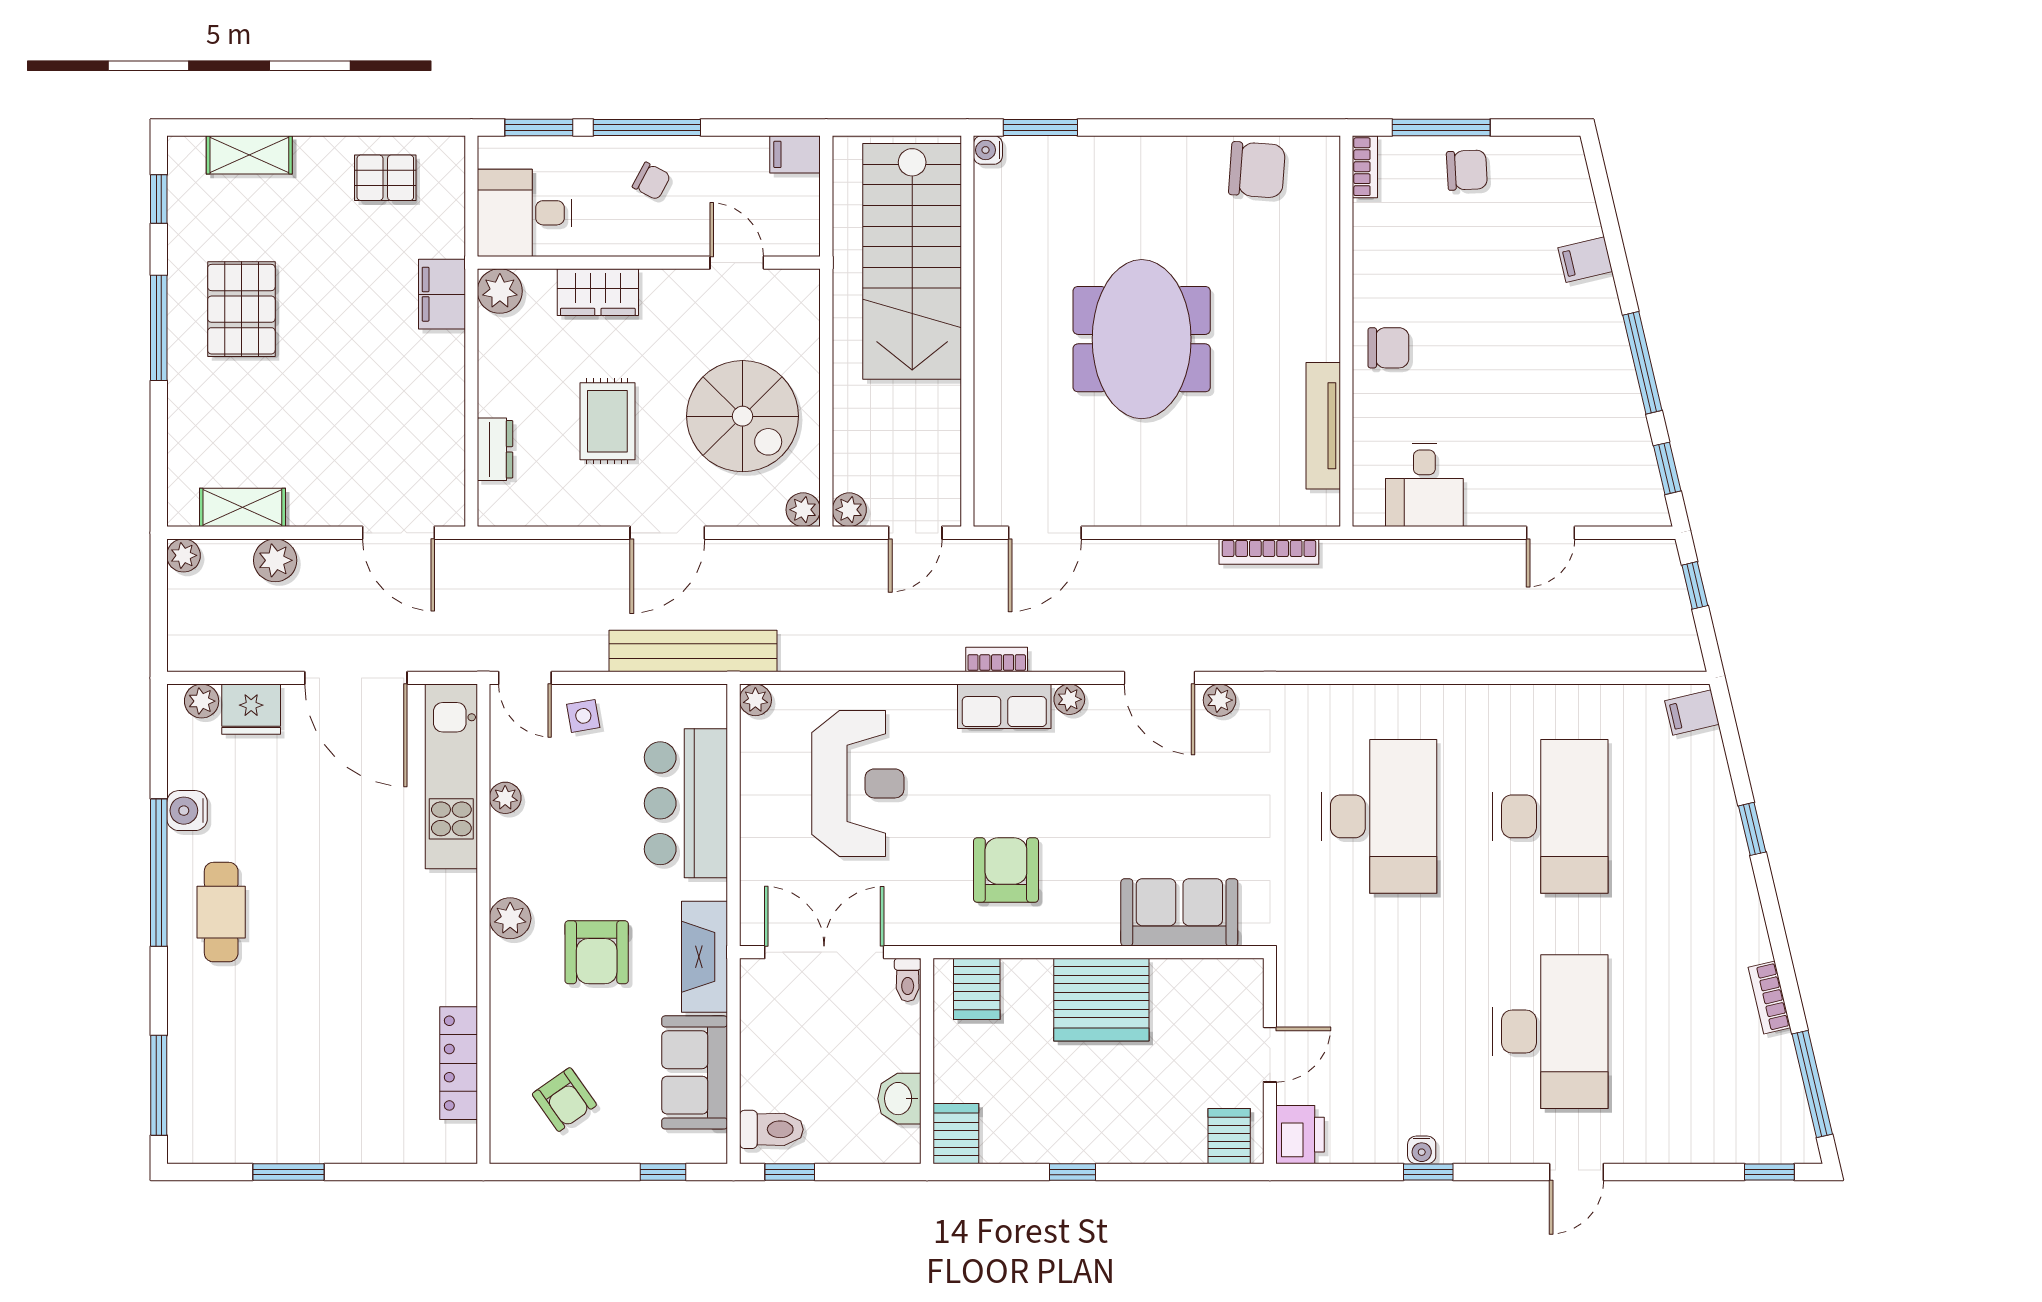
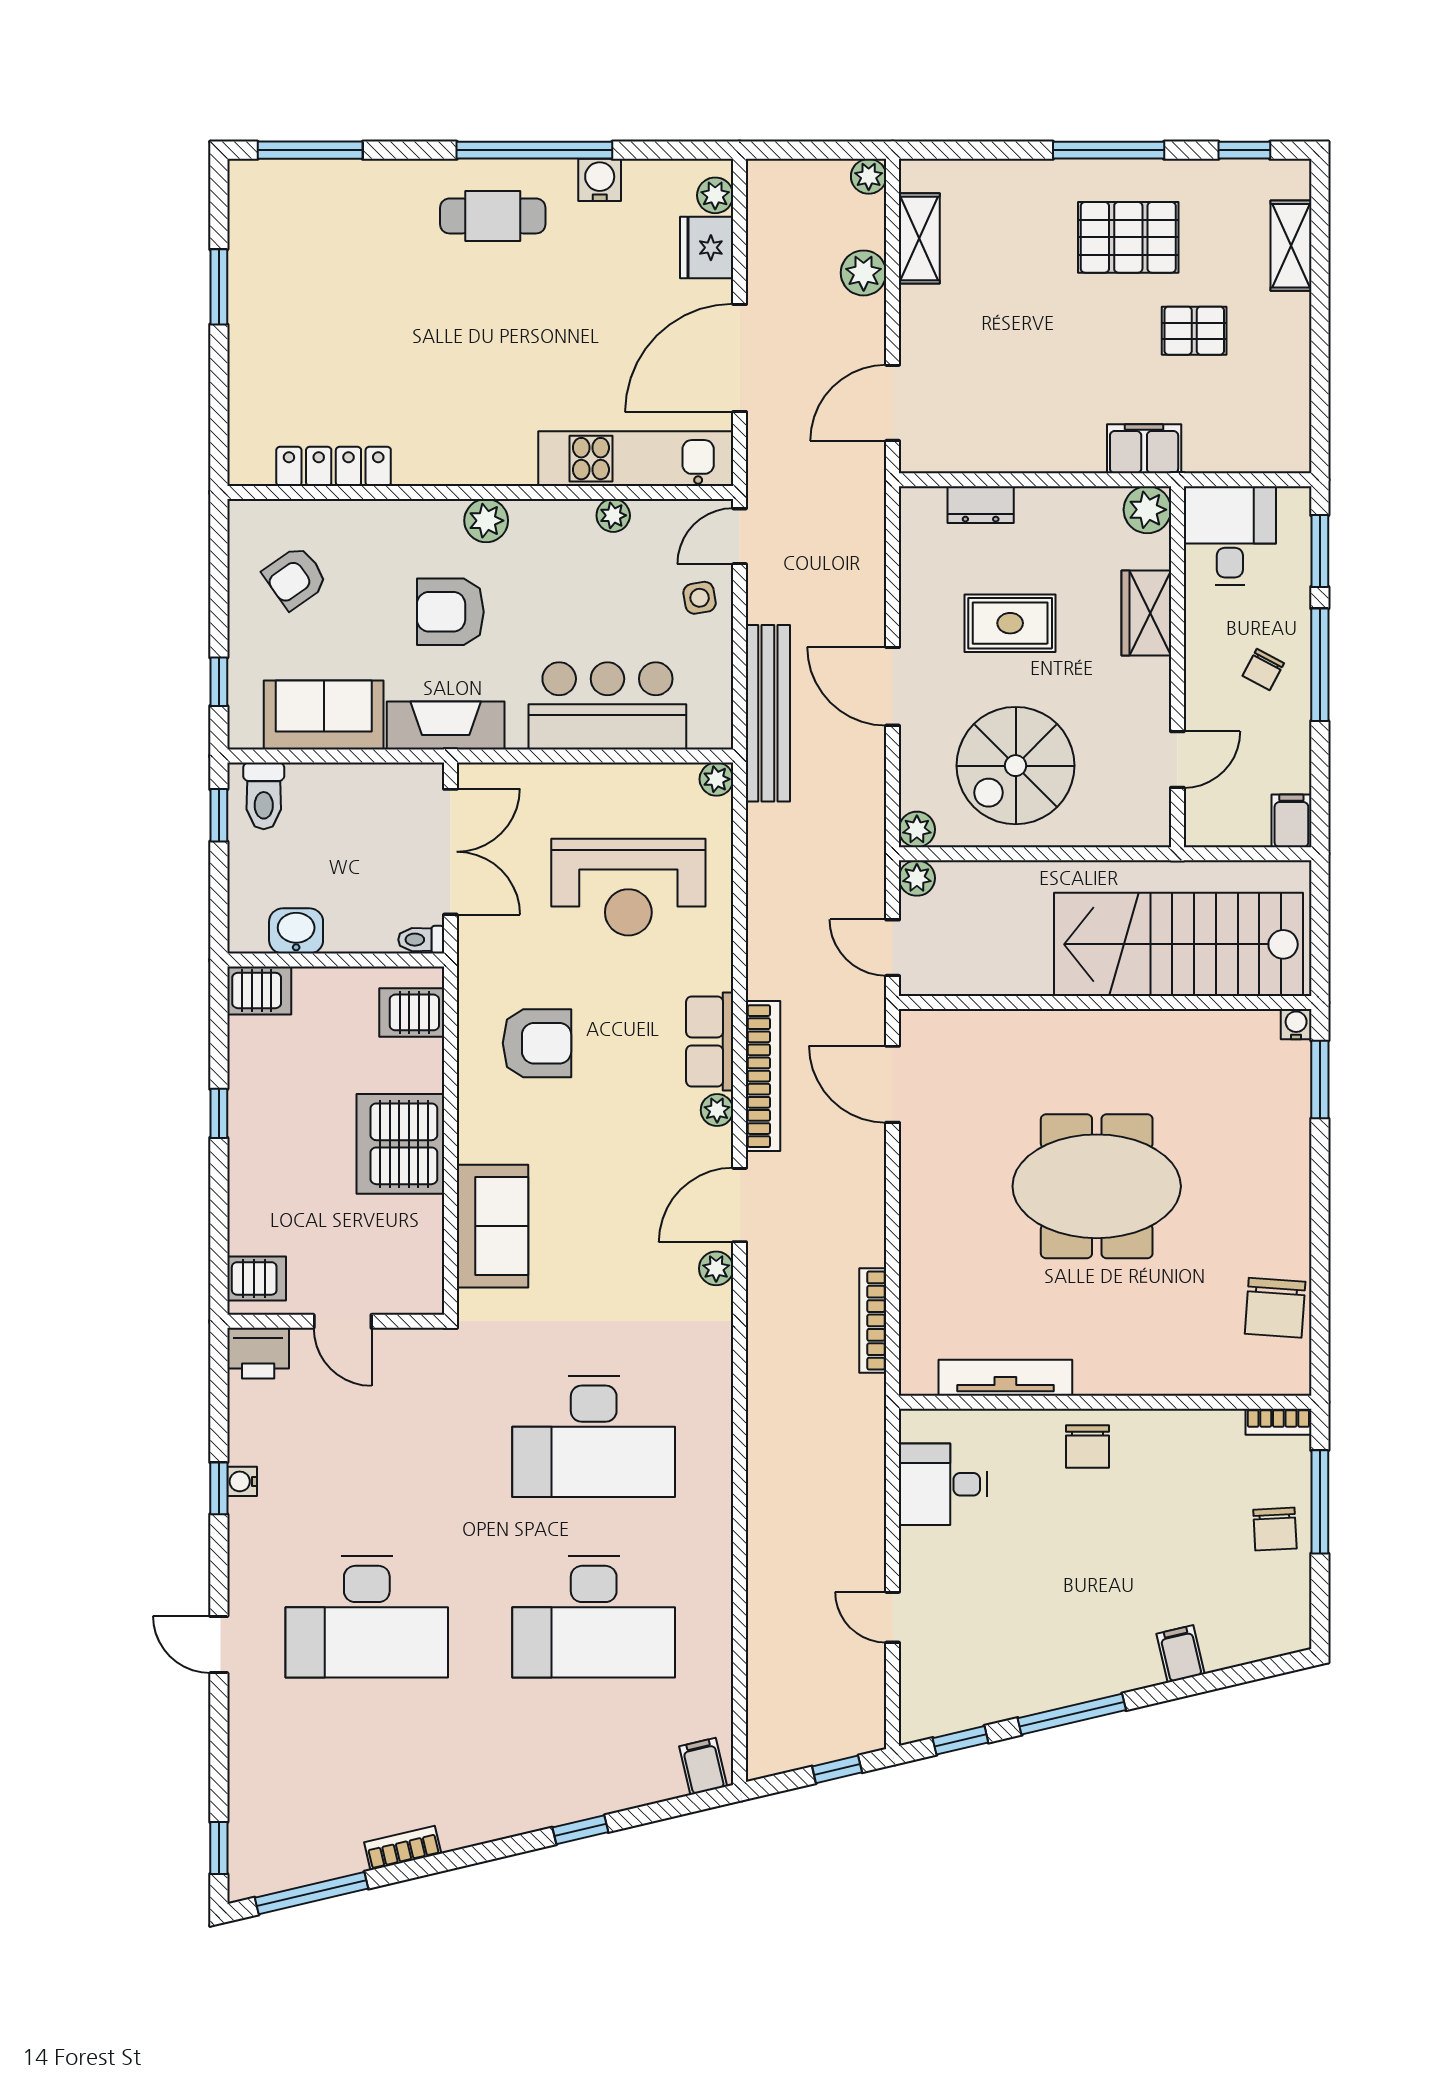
pallet: (385, 178) -> (1194, 331), moved, turned 90
bookcase: (997, 660) -> (763, 1076), width x2.31, depth x1.31

